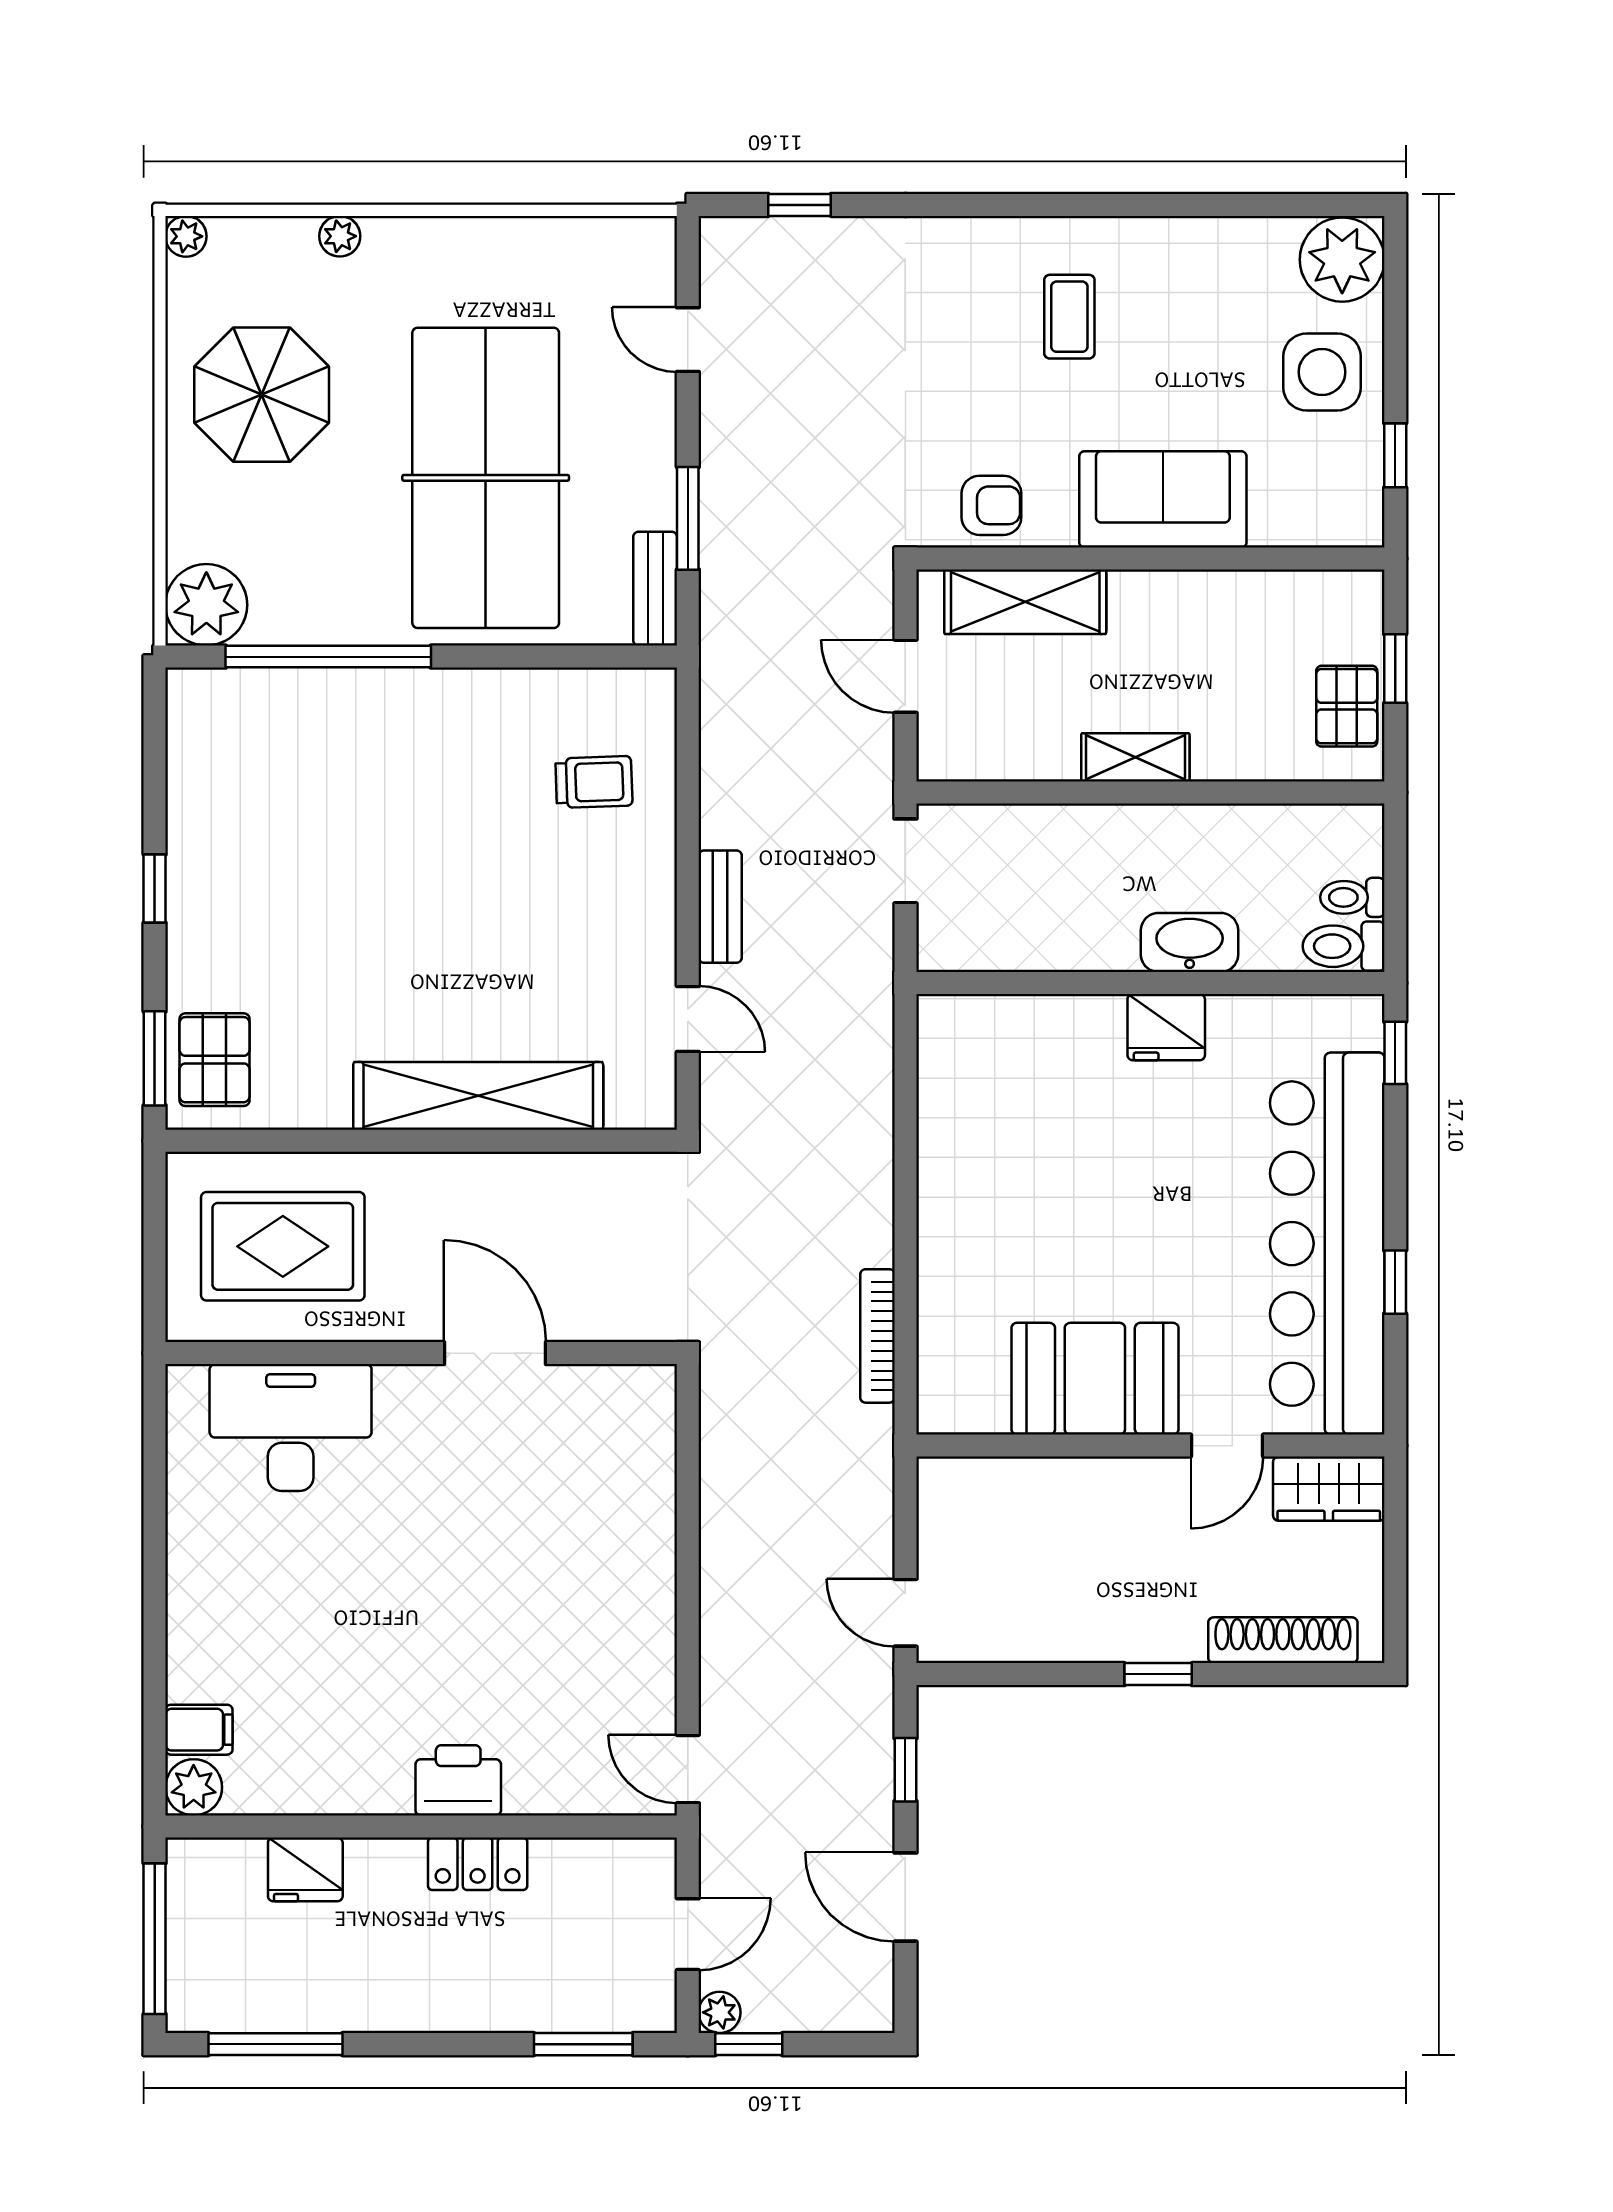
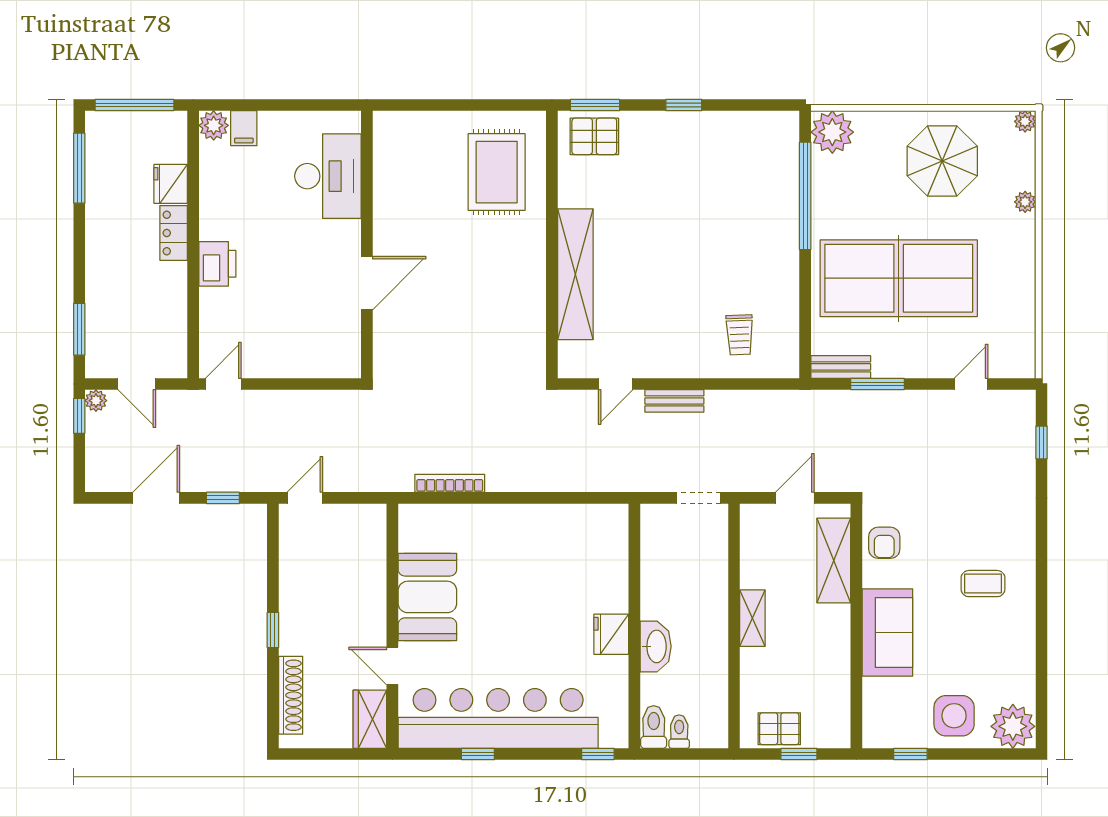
wall: (421, 1353) -> (367, 244), moved
door: (495, 1353) -> (367, 283), moved
desk: (291, 1427) -> (328, 176), moved
locker: (478, 1864) -> (174, 233), moved

